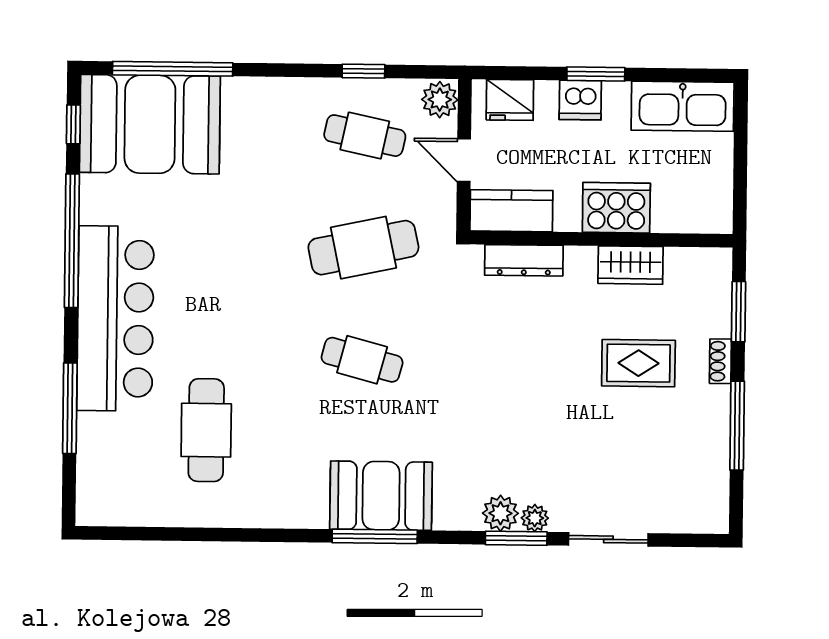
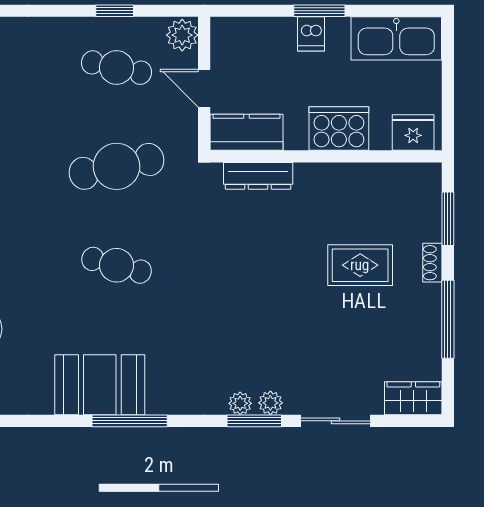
fridge: (510, 100) -> (413, 133), moved, turned 180
dishwasher: (580, 100) -> (311, 34), width x0.73
wardrobe: (631, 265) -> (413, 398), moved, turned 180
booth: (381, 496) -> (100, 385), moved
plant: (500, 513) -> (240, 403), width x0.73, depth x0.73

